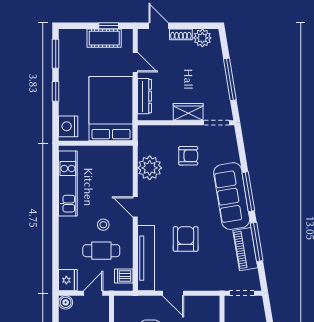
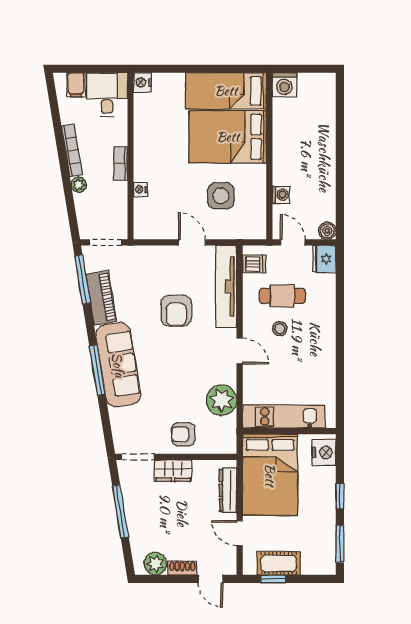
armchair: (188, 156) -> (183, 434), moved
kitchen unit: (68, 183) -> (284, 417), moved, turned 90
window: (257, 242) -> (82, 279), moved
door: (93, 293) -> (293, 242), swing flipped

